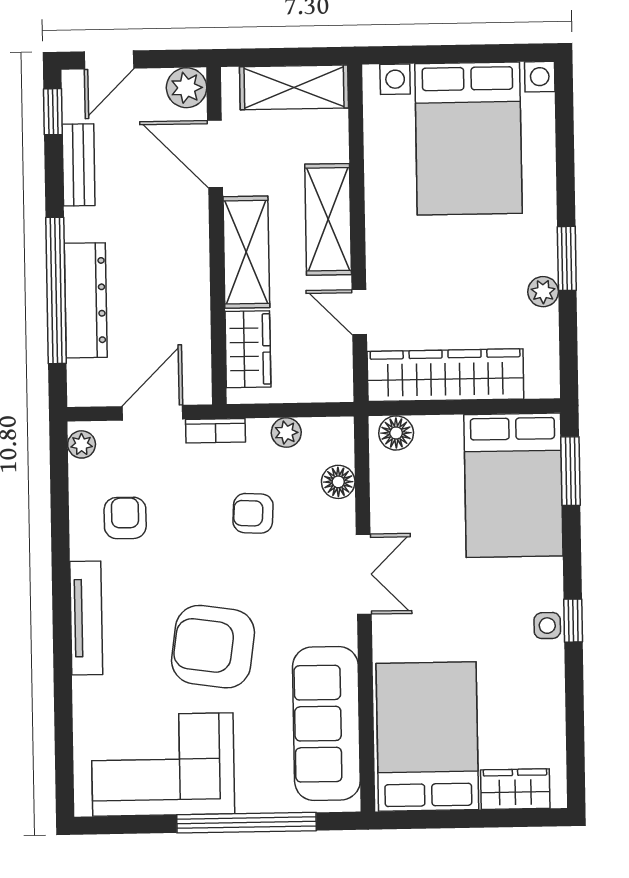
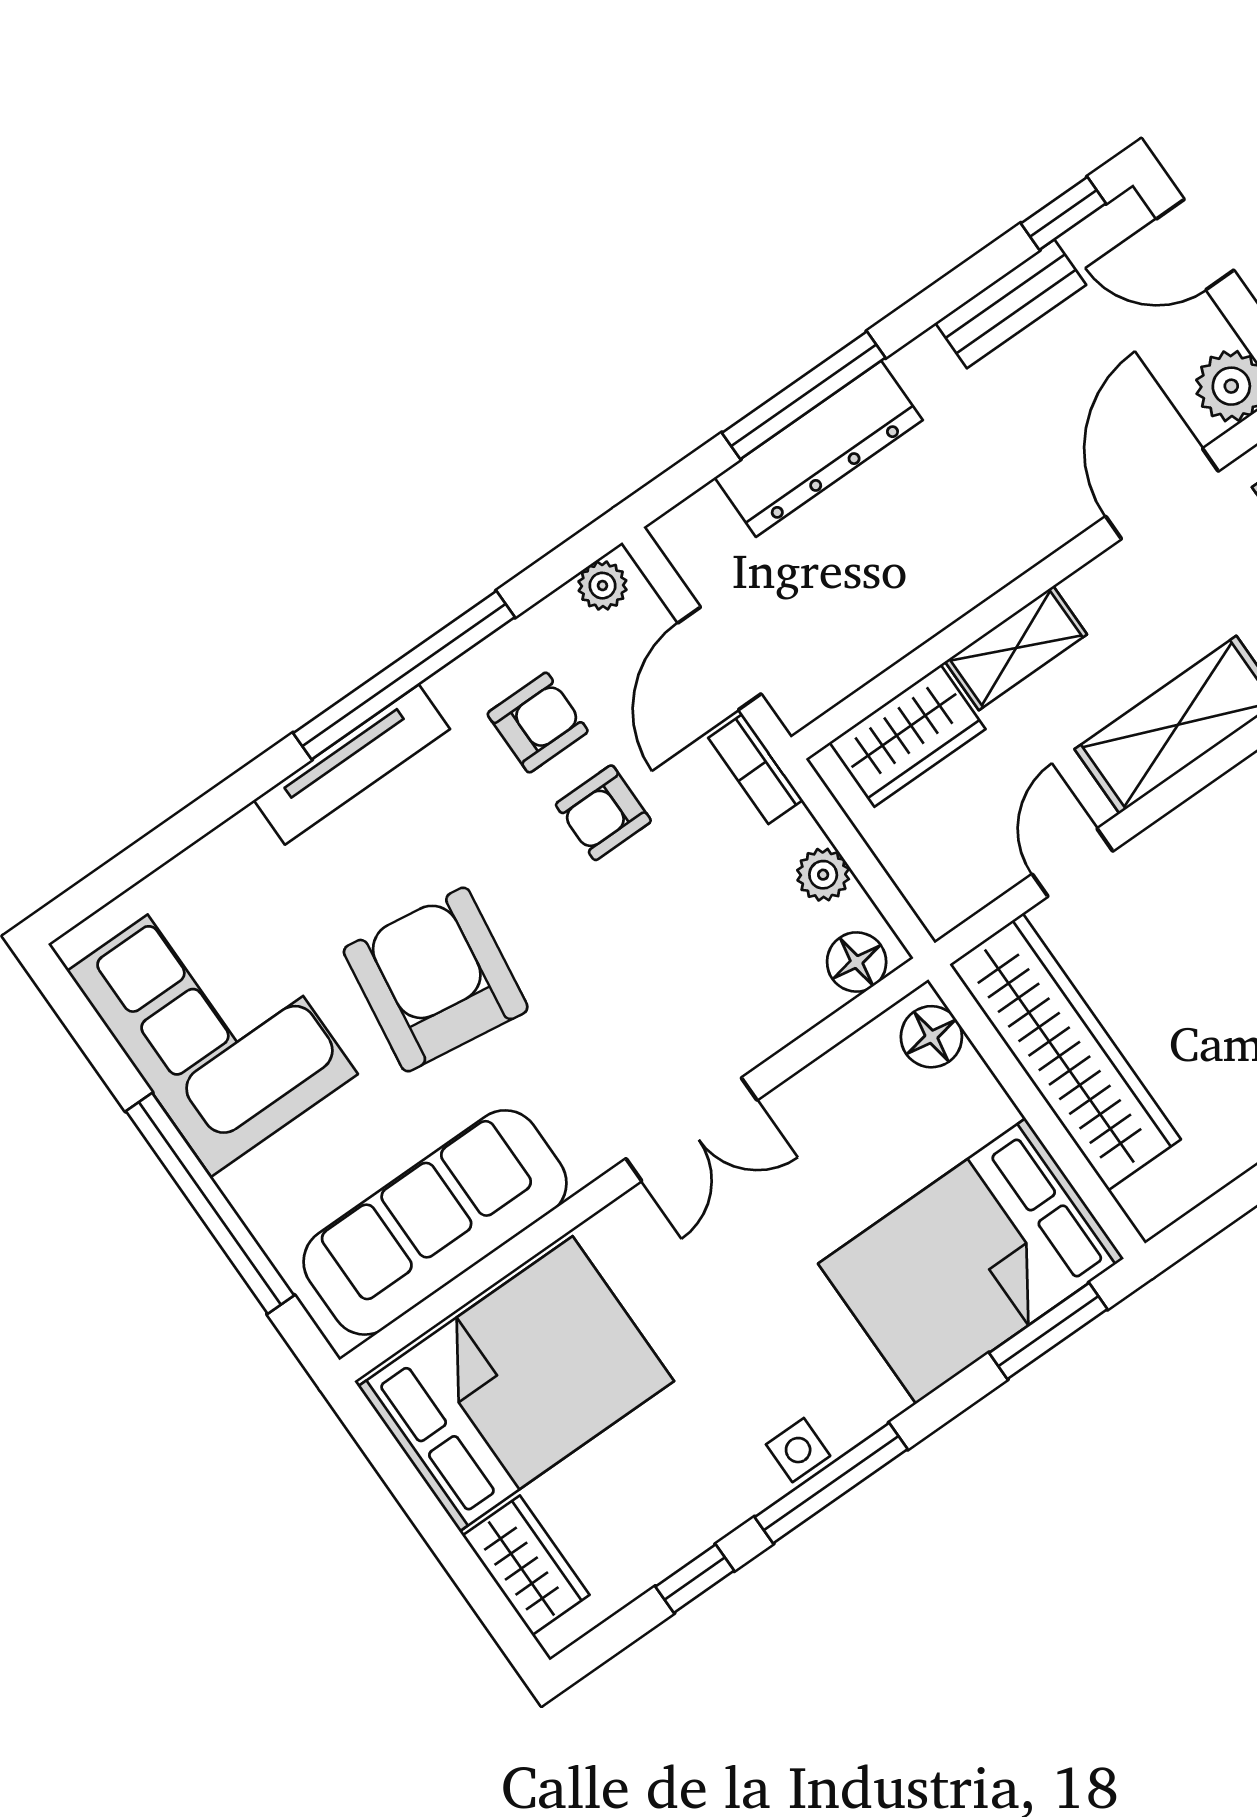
shelving: (246, 252) -> (1016, 648), width x0.67, depth x0.75
window: (56, 290) -> (804, 395), width x0.68
door: (152, 413) -> (719, 658), swing flipped
floor lamp: (338, 482) -> (857, 962), moved
armchair: (253, 513) -> (603, 813), moved, turned -93
window: (61, 565) -> (404, 675), added
window: (573, 621) -> (831, 1483), width x2.17
window: (575, 714) -> (695, 1579), added

